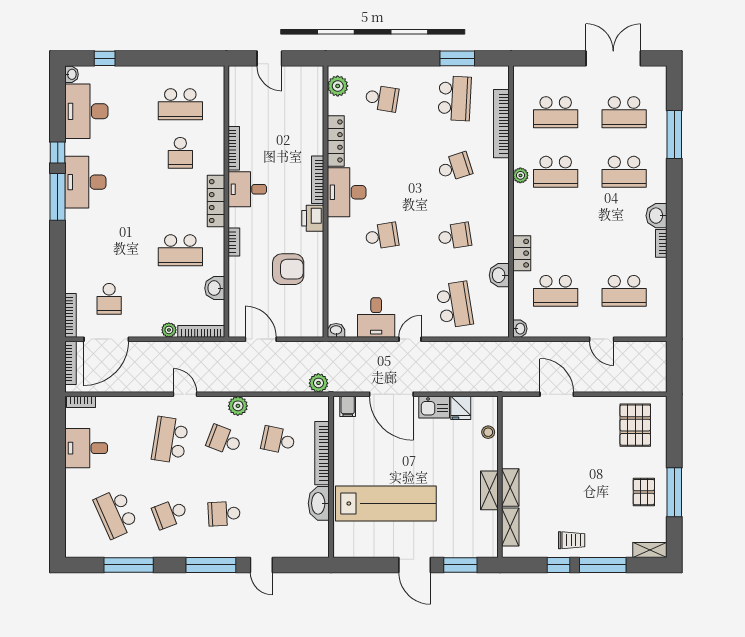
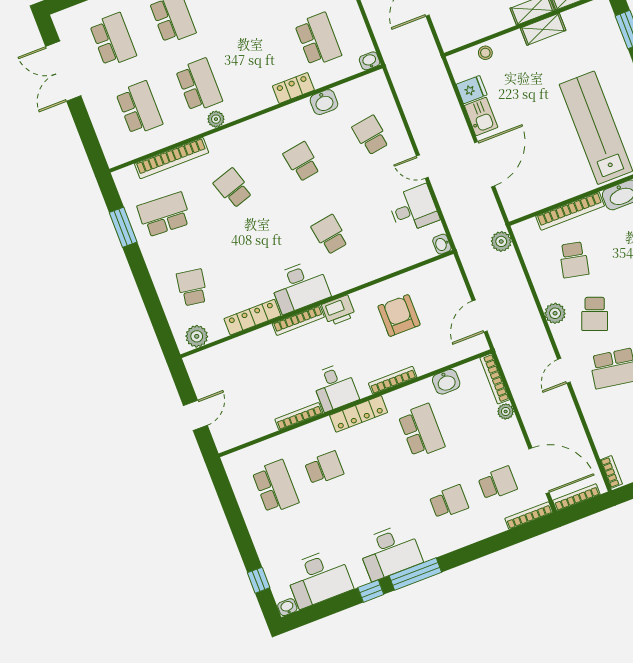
bookcase: (234, 242) -> (393, 380), width x1.56
school desk: (109, 250) -> (449, 502), added
school desk: (455, 305) -> (371, 135), width x0.54
filing cabinet: (348, 406) -> (513, 203), removed

